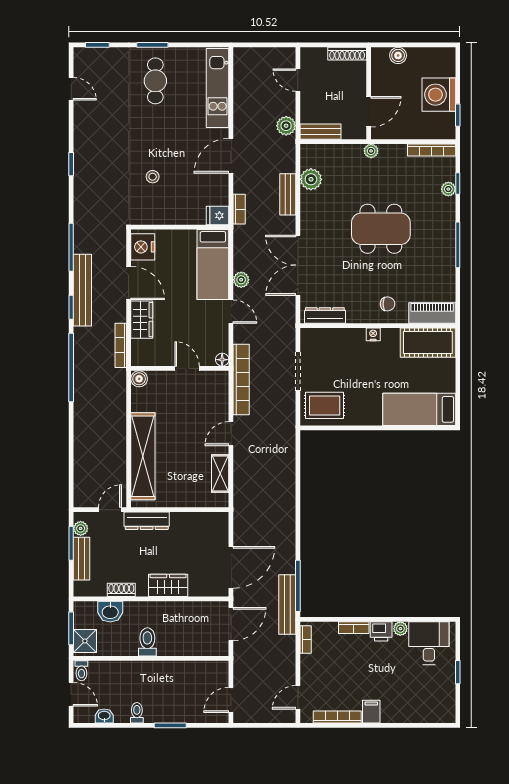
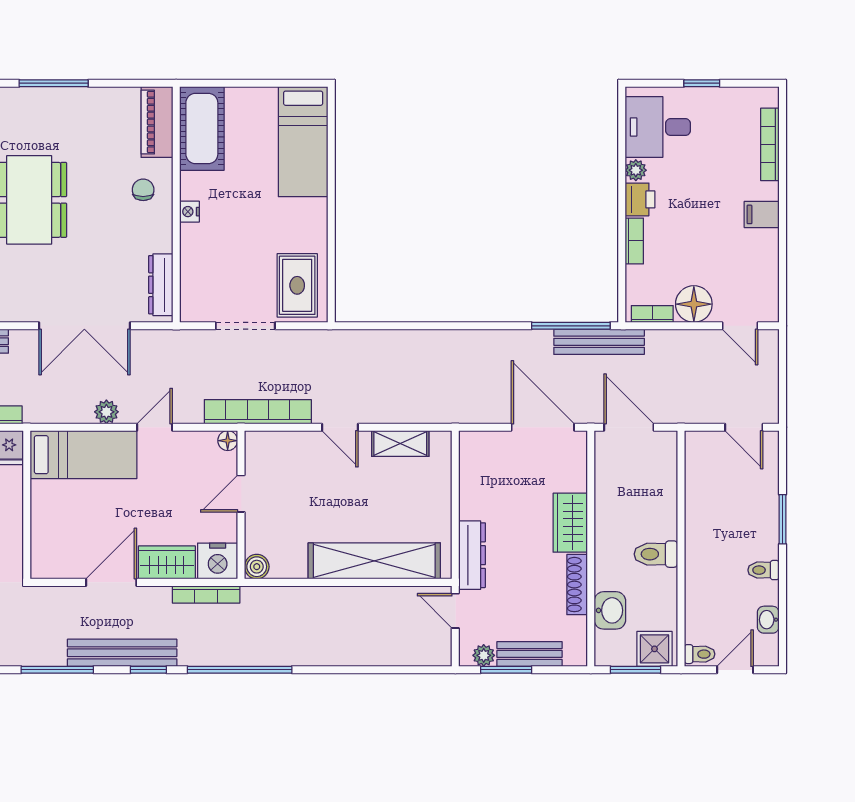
nightstand: (143, 247) -> (218, 561), moved
shoe rack: (121, 590) -> (577, 585), width x1.43
floor lamp: (312, 667) -> (694, 304), added
bookcase: (337, 717) -> (770, 144), moved

